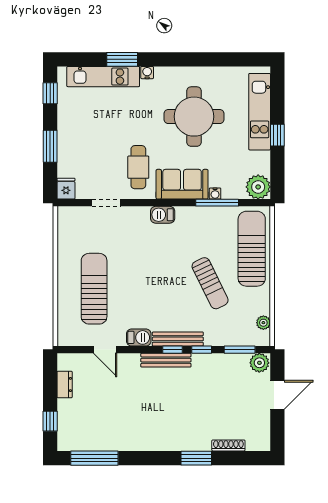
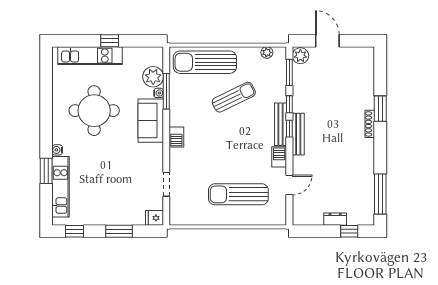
cafe table: (138, 167) -> (137, 157), removed
plant: (258, 187) -> (153, 77), moved
dresser: (65, 384) -> (335, 219), moved
shoe rack: (228, 445) -> (370, 124), moved

